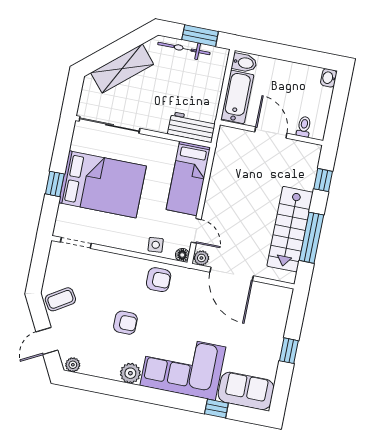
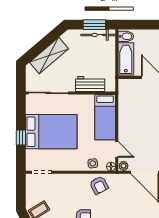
bicycle: (184, 49) -> (98, 35), moved
workbench: (192, 127) -> (90, 84), moved
armchair: (159, 280) -> (99, 185), turned 62

